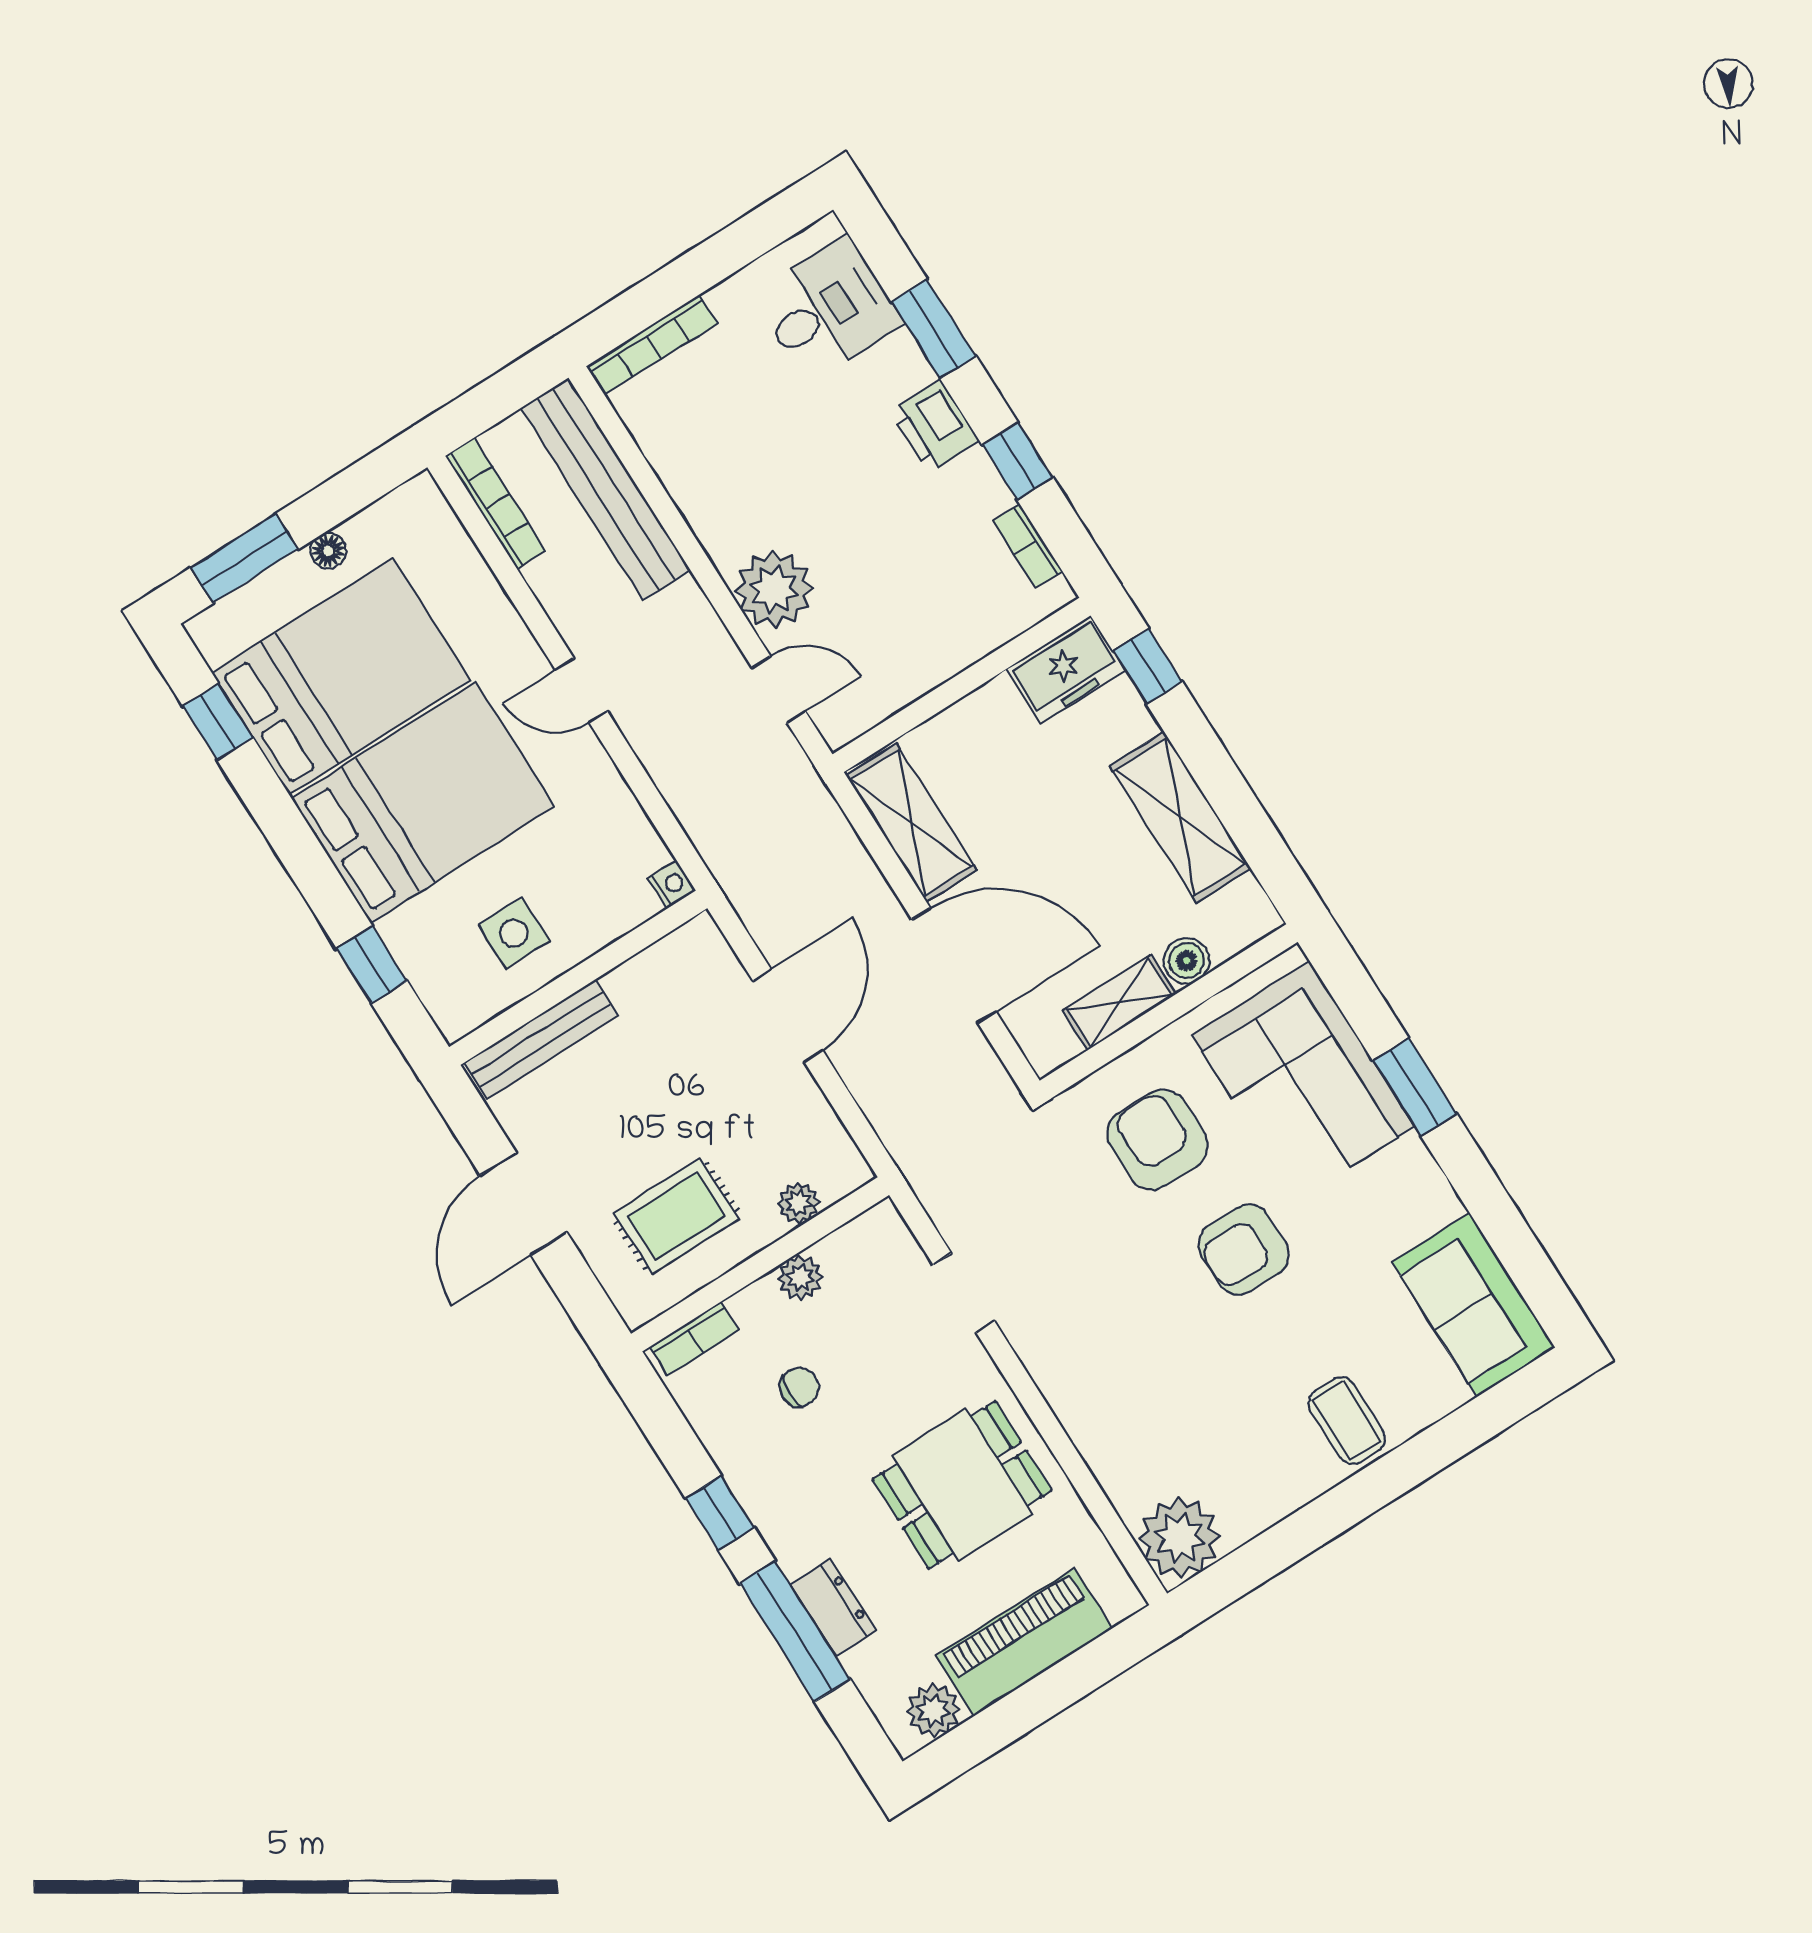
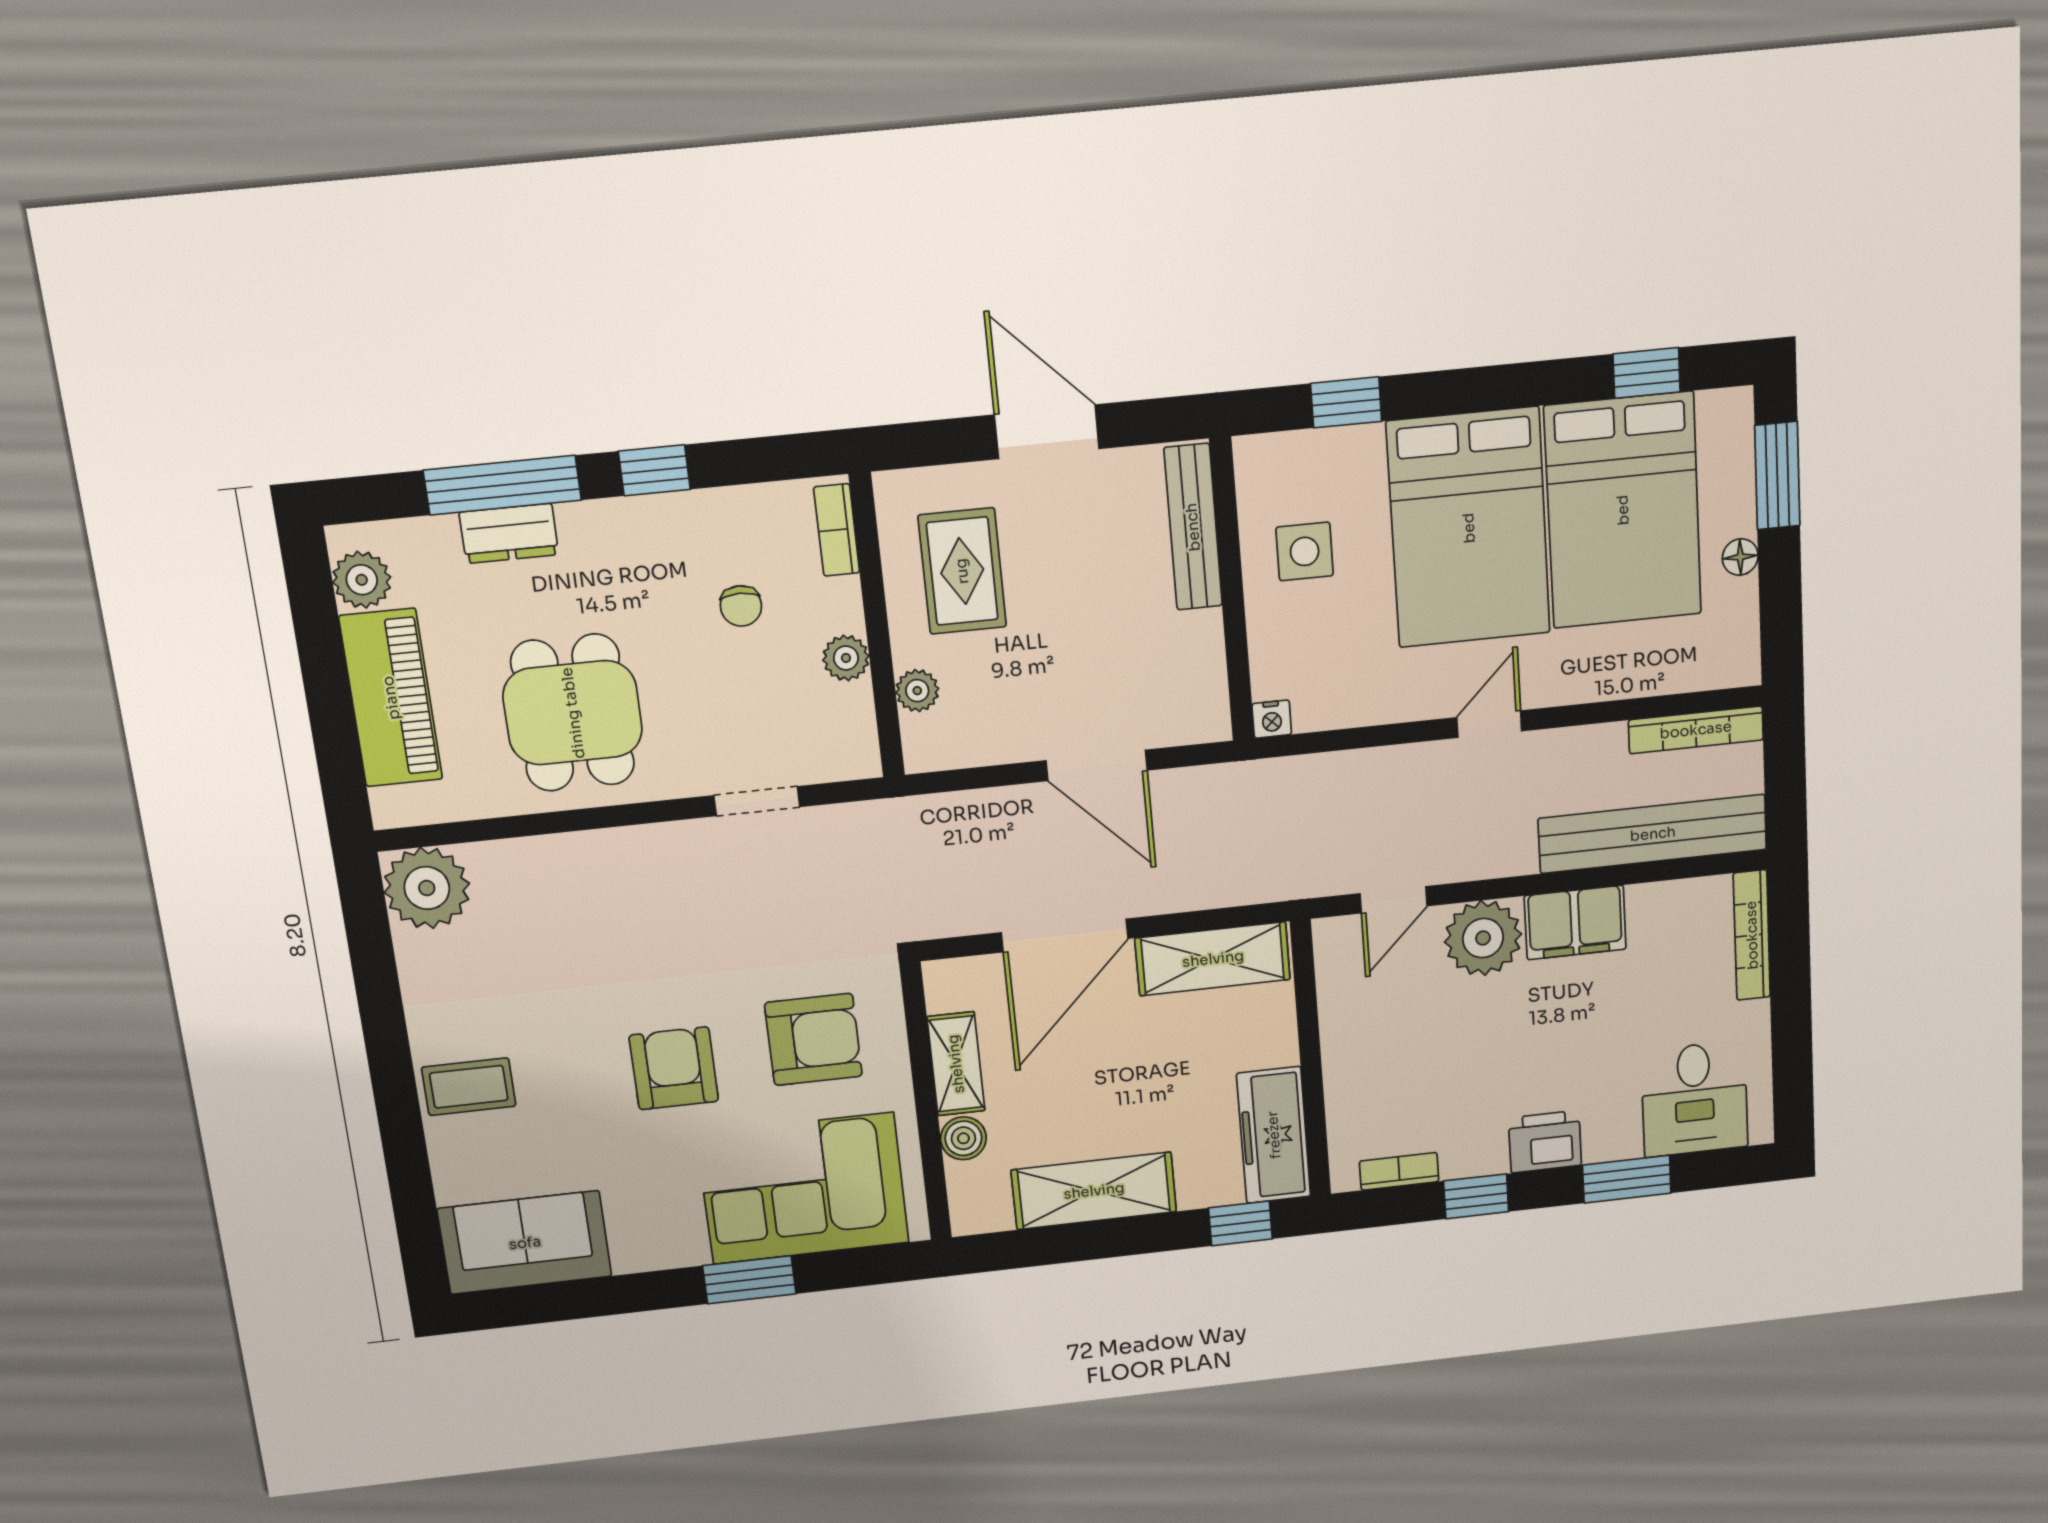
filing cabinet: (719, 514) -> (1575, 922), added
freezer: (1066, 670) -> (1274, 1135), width x1.40

